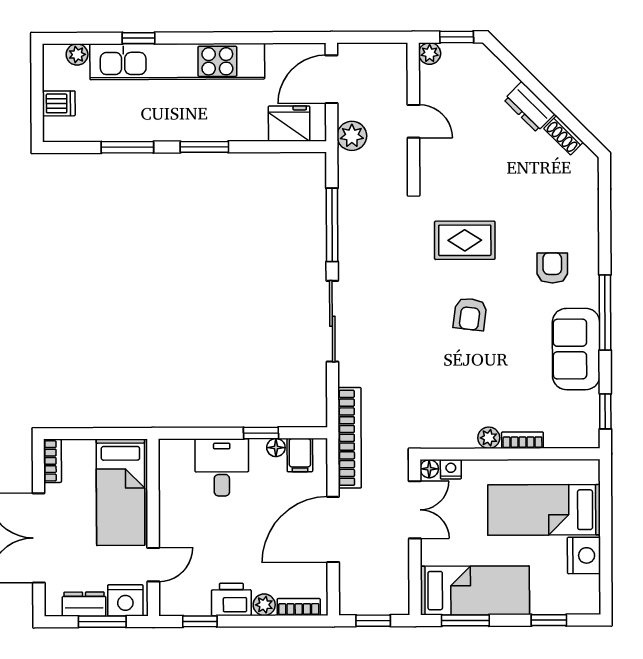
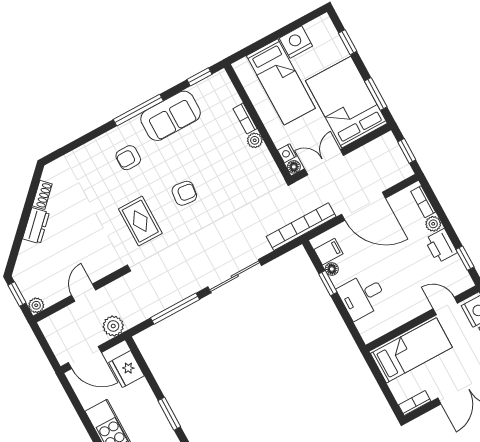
bed: (475, 590) -> (346, 102), width x1.50

